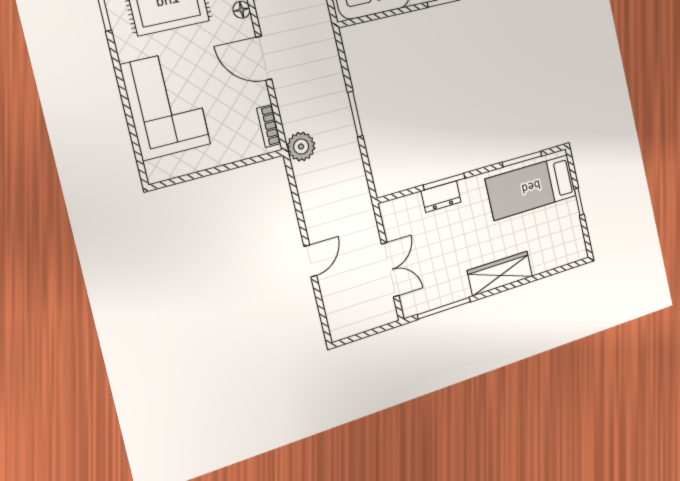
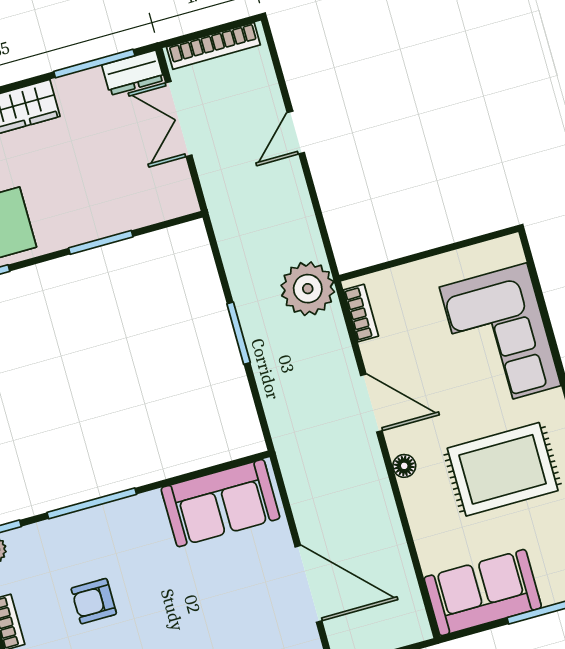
plant: (301, 147) -> (308, 289), width x1.36, depth x1.36
dresser: (441, 196) -> (133, 73), moved, turned 180
bookcase: (365, 323) -> (213, 46), added

